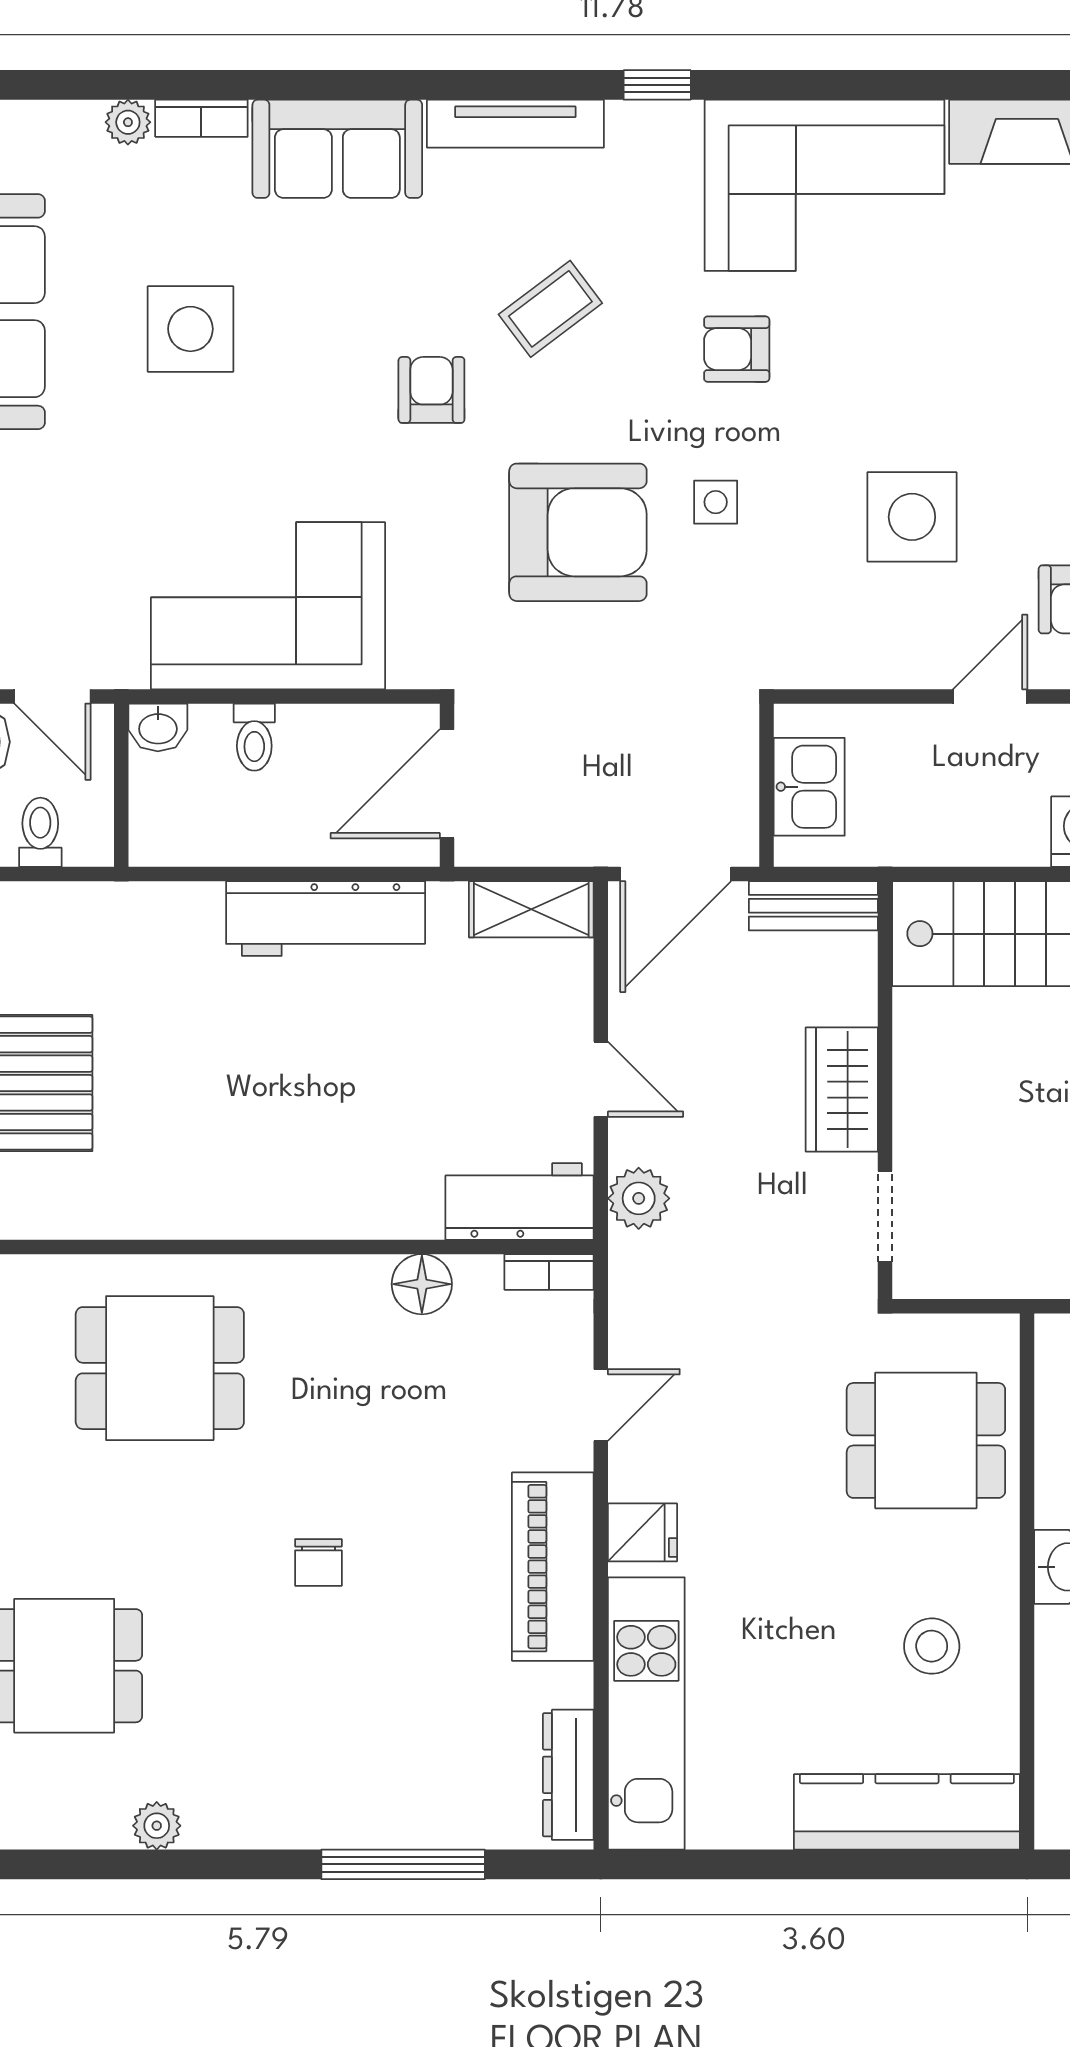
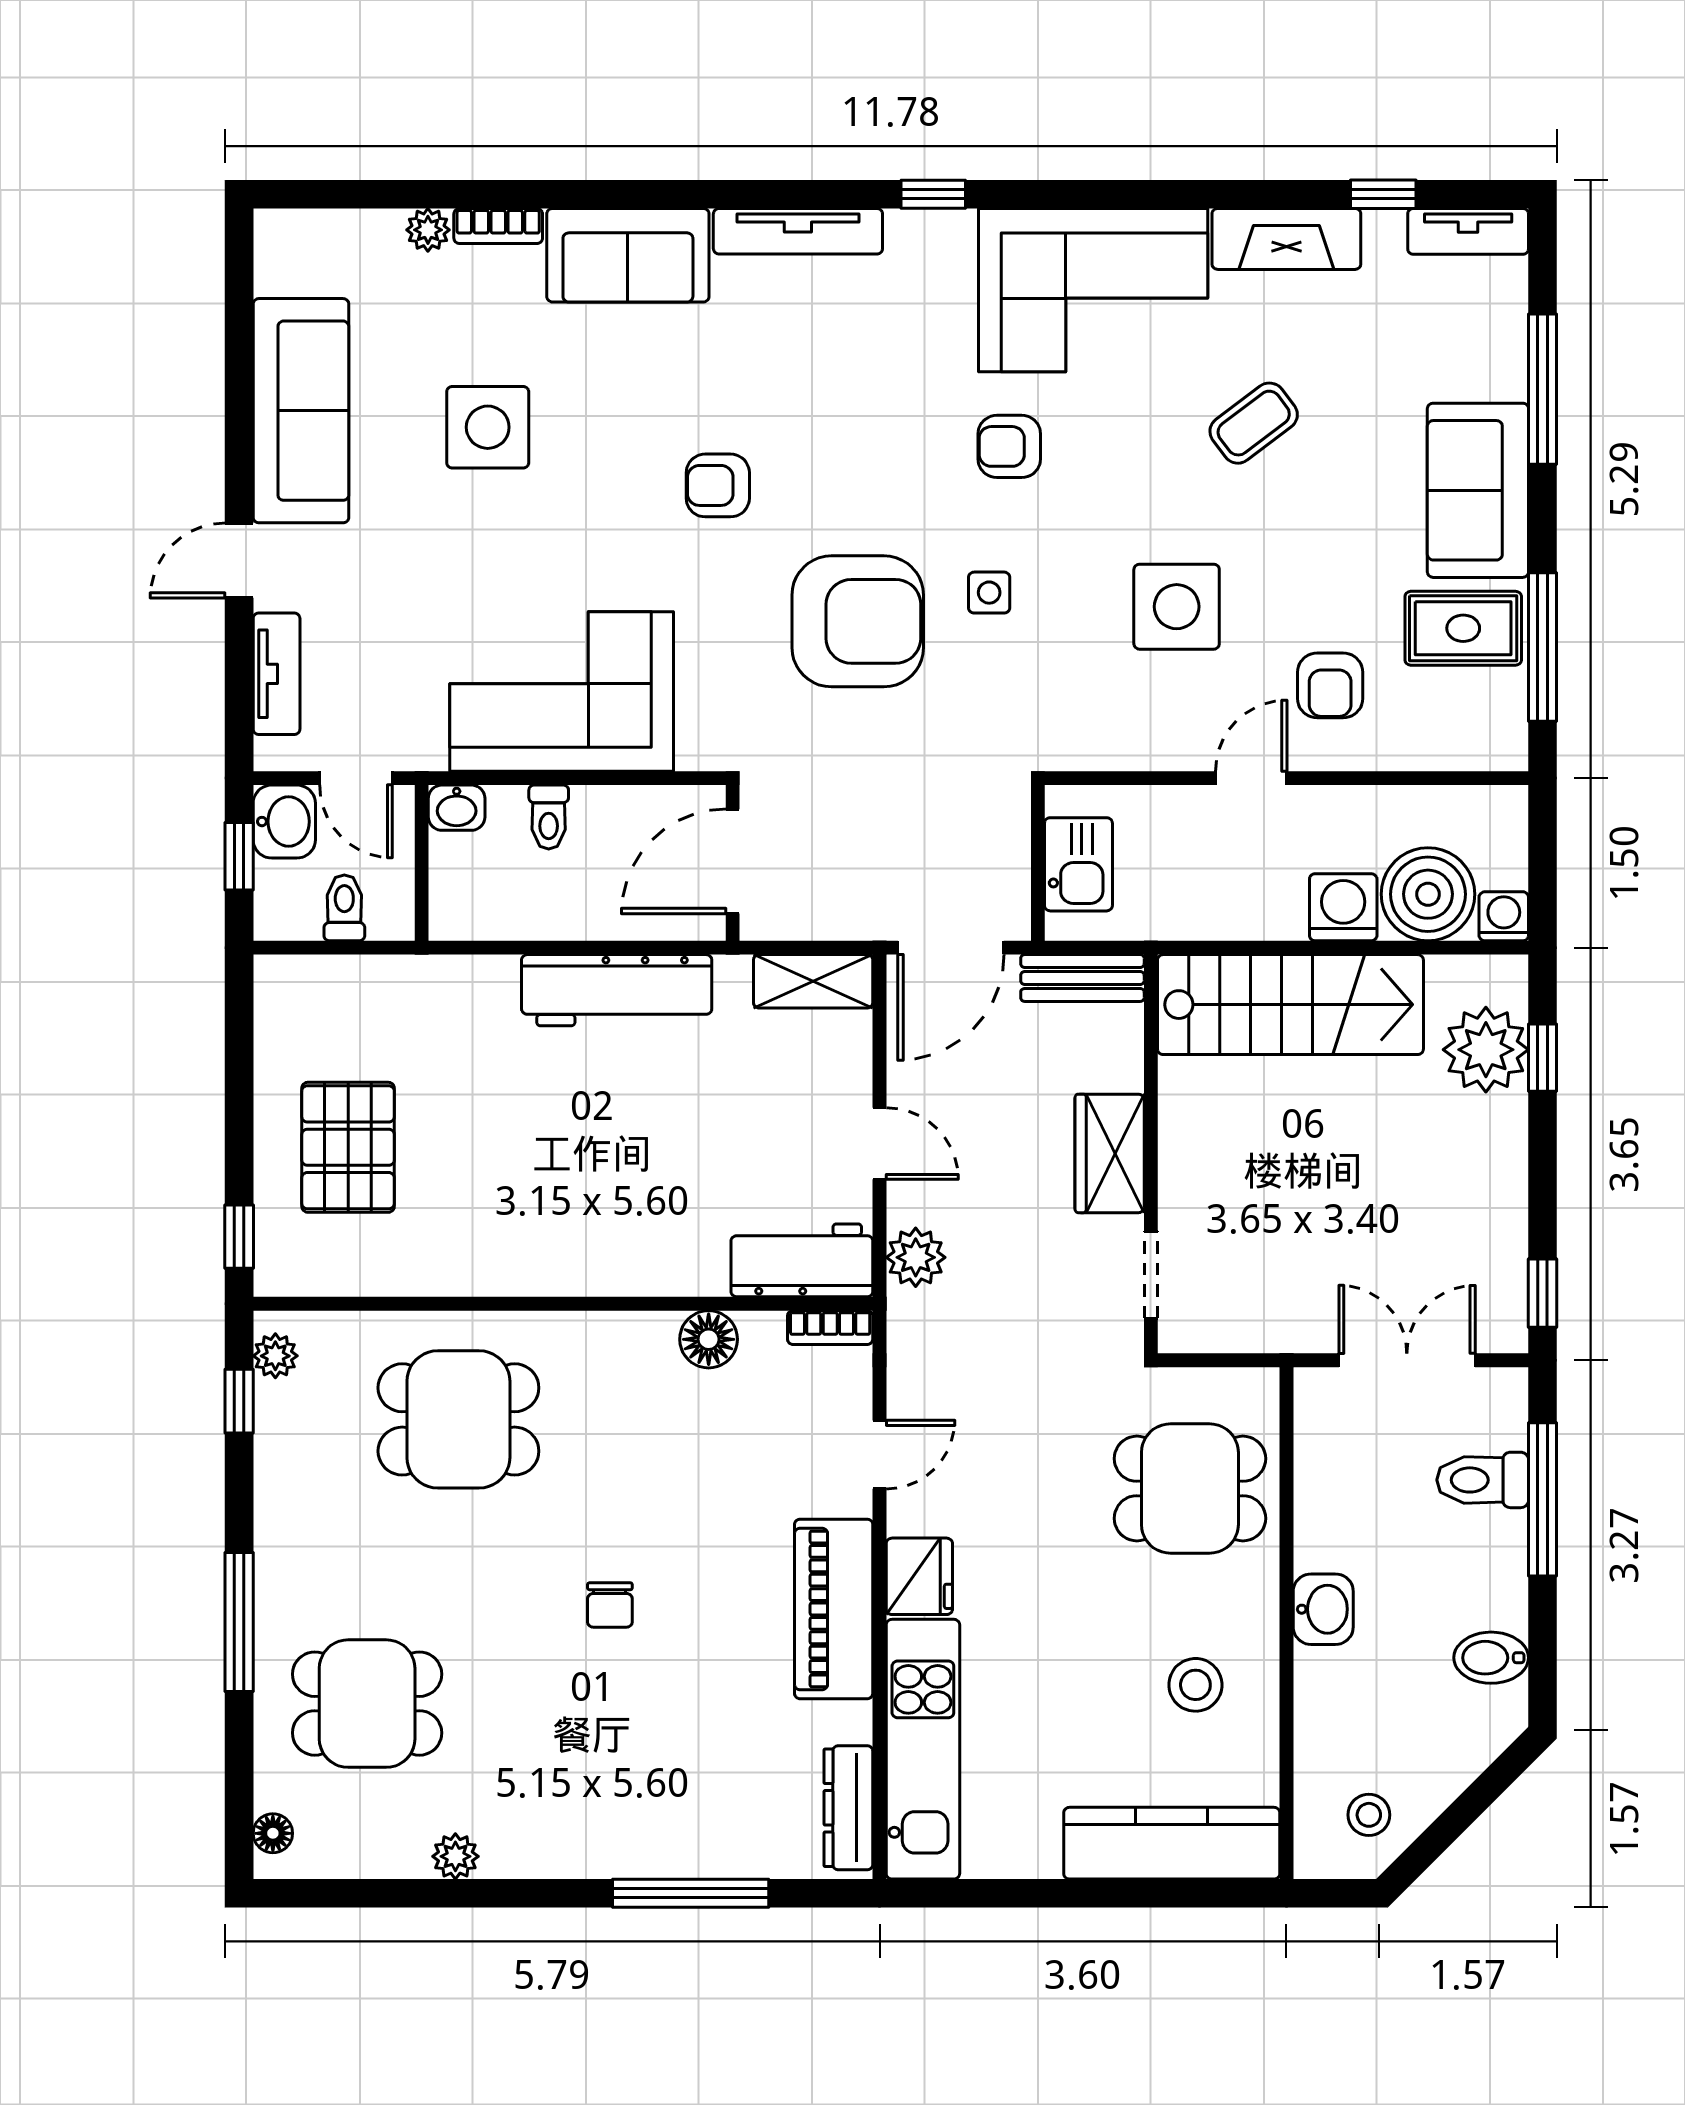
coffee table: (550, 309) -> (1254, 423), moved
armchair: (431, 390) -> (718, 485), turned -90
fridge: (643, 1532) -> (919, 1576), width x1.38

